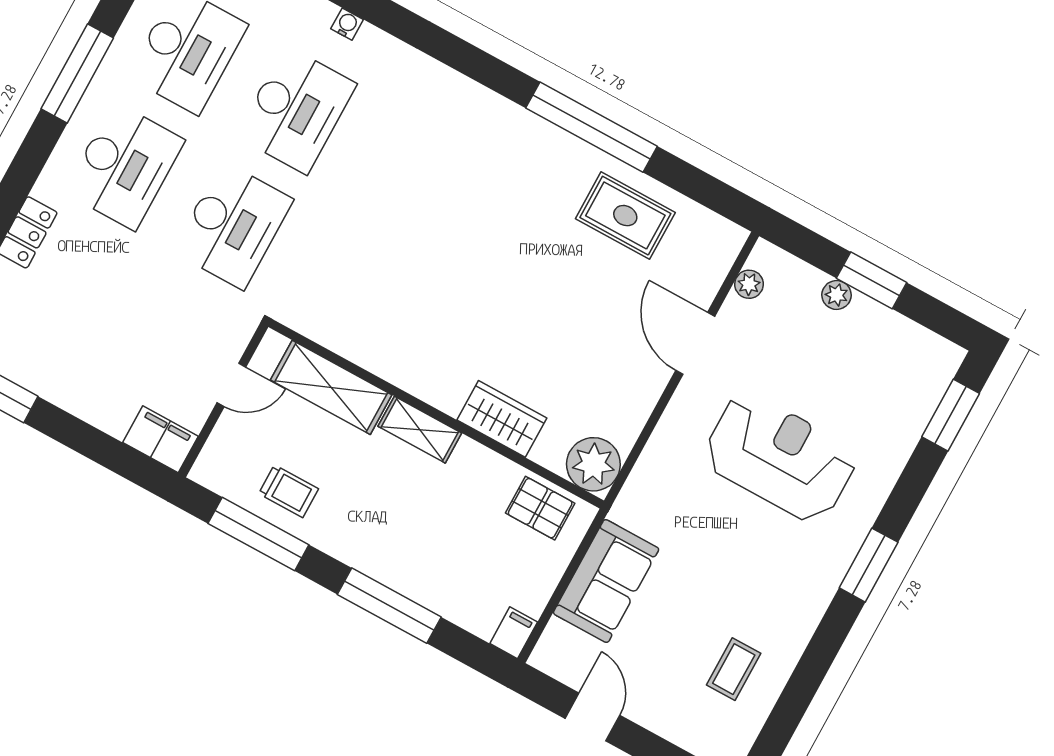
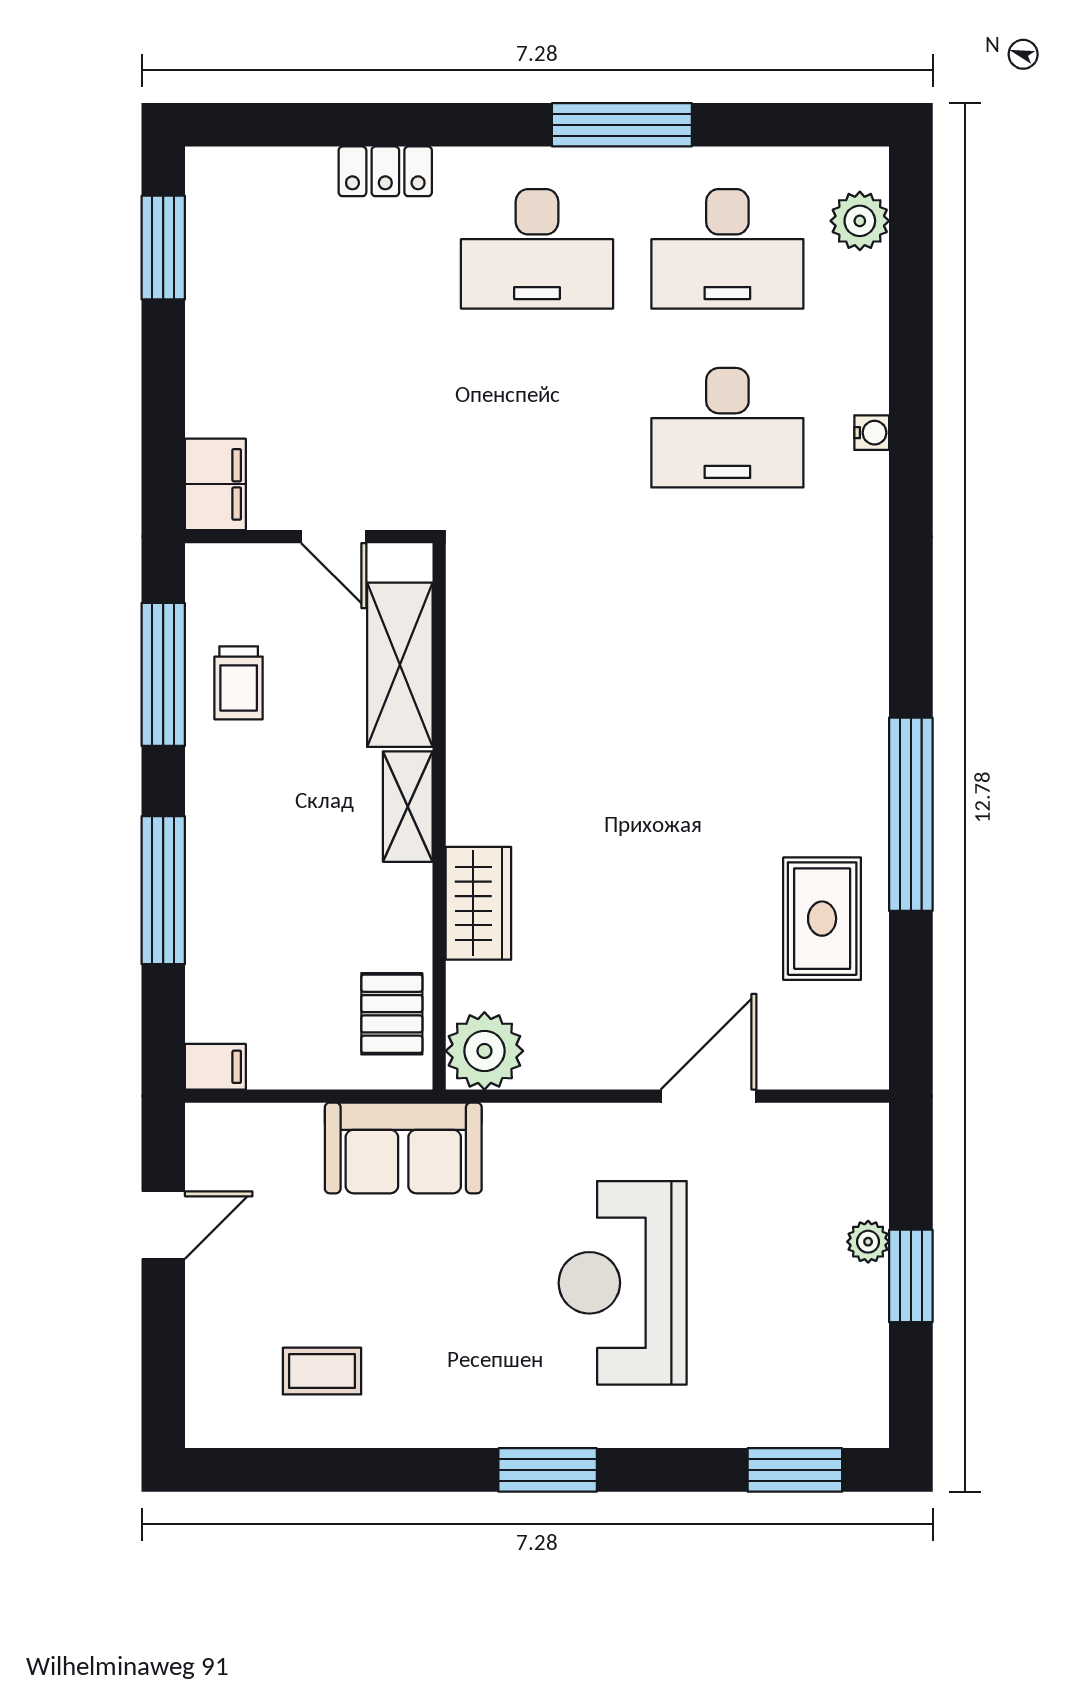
desk: (233, 225) -> (537, 428), removed
plant: (749, 284) -> (821, 1123), removed
reception desk: (780, 457) -> (623, 1283), turned 180
sofa: (606, 581) -> (403, 1148), moved

